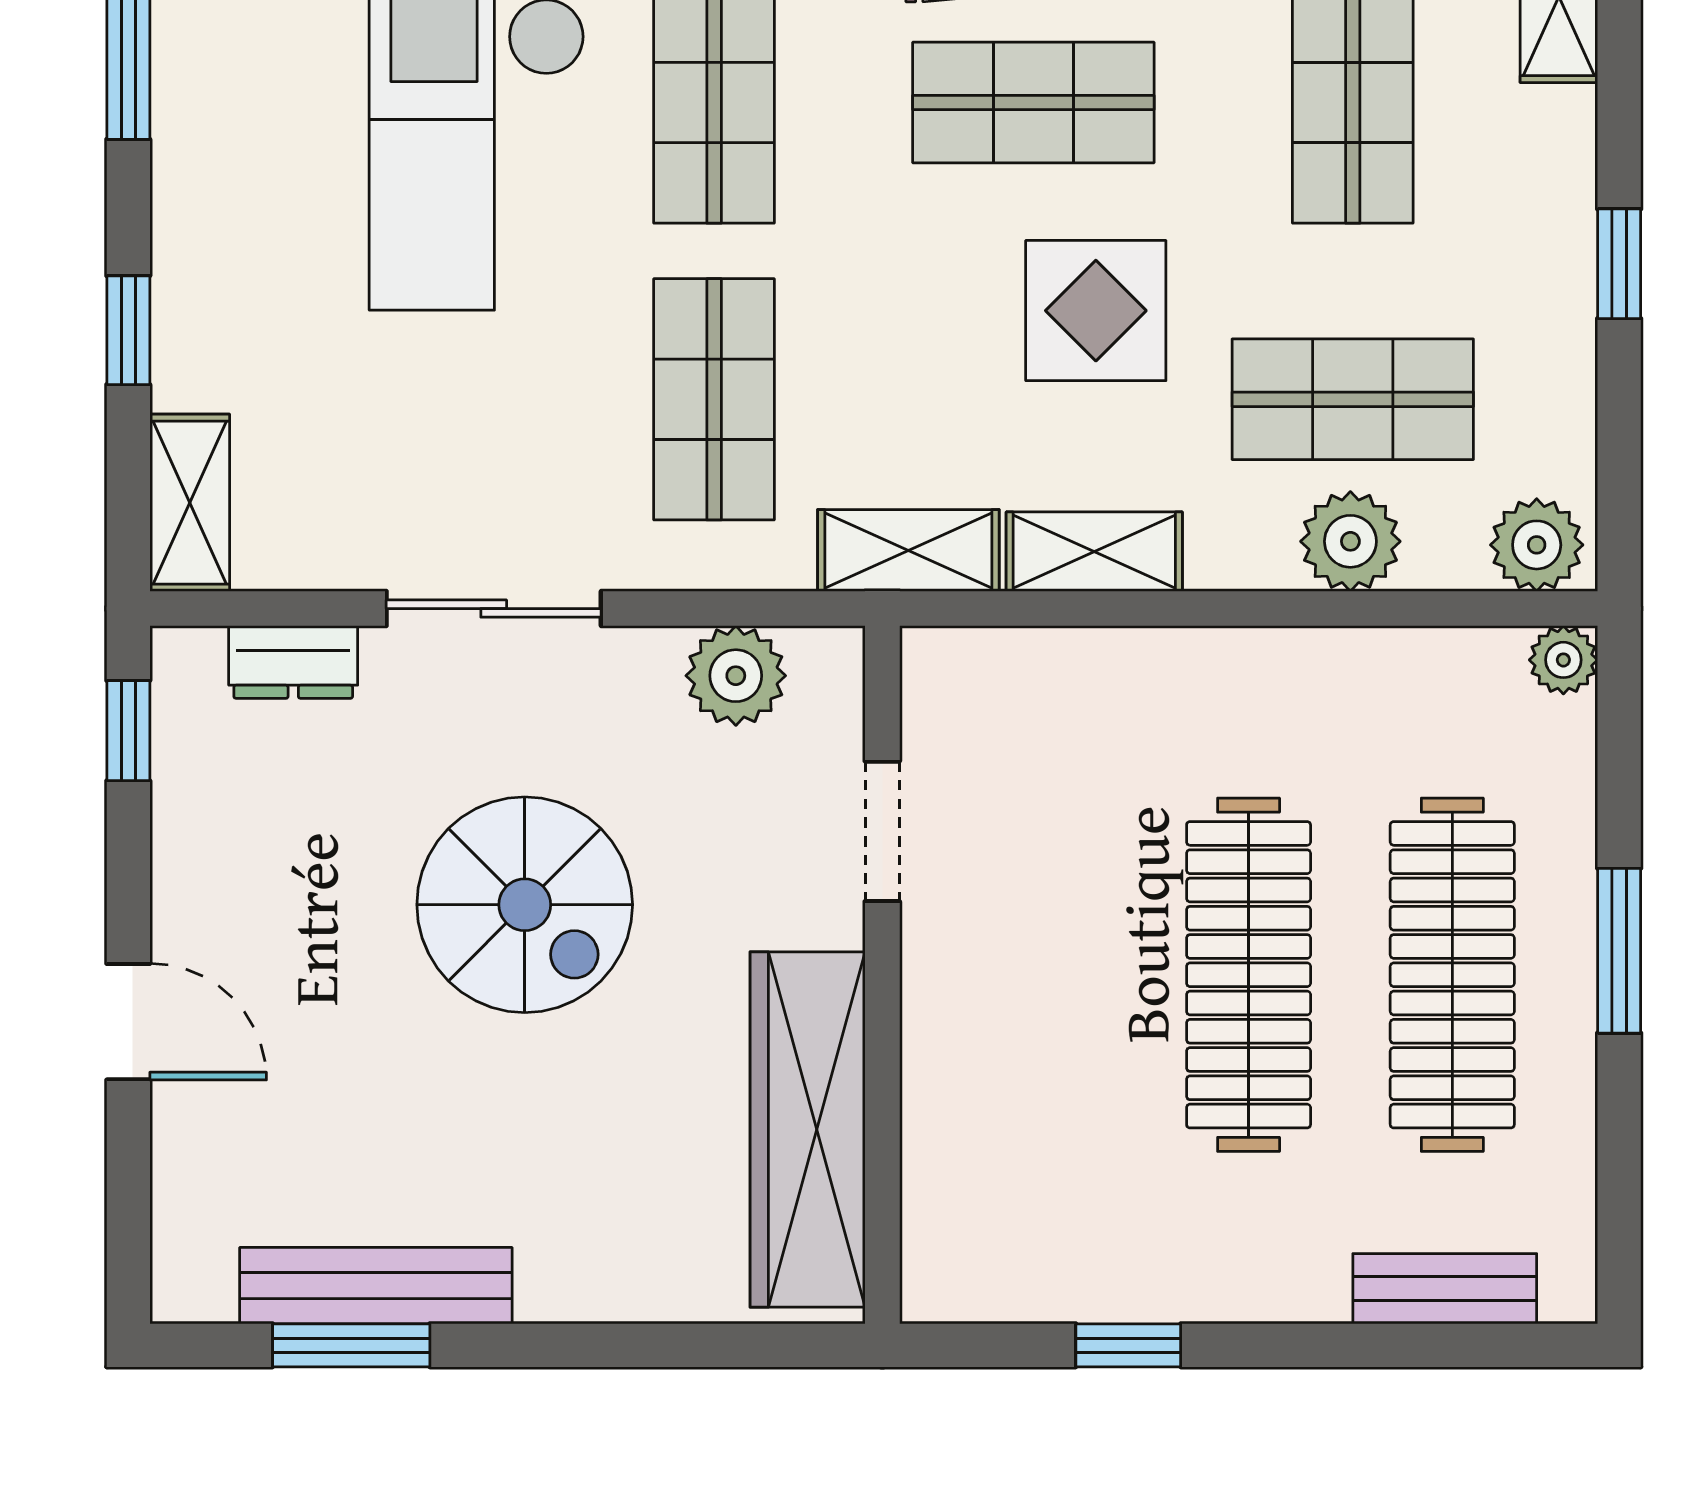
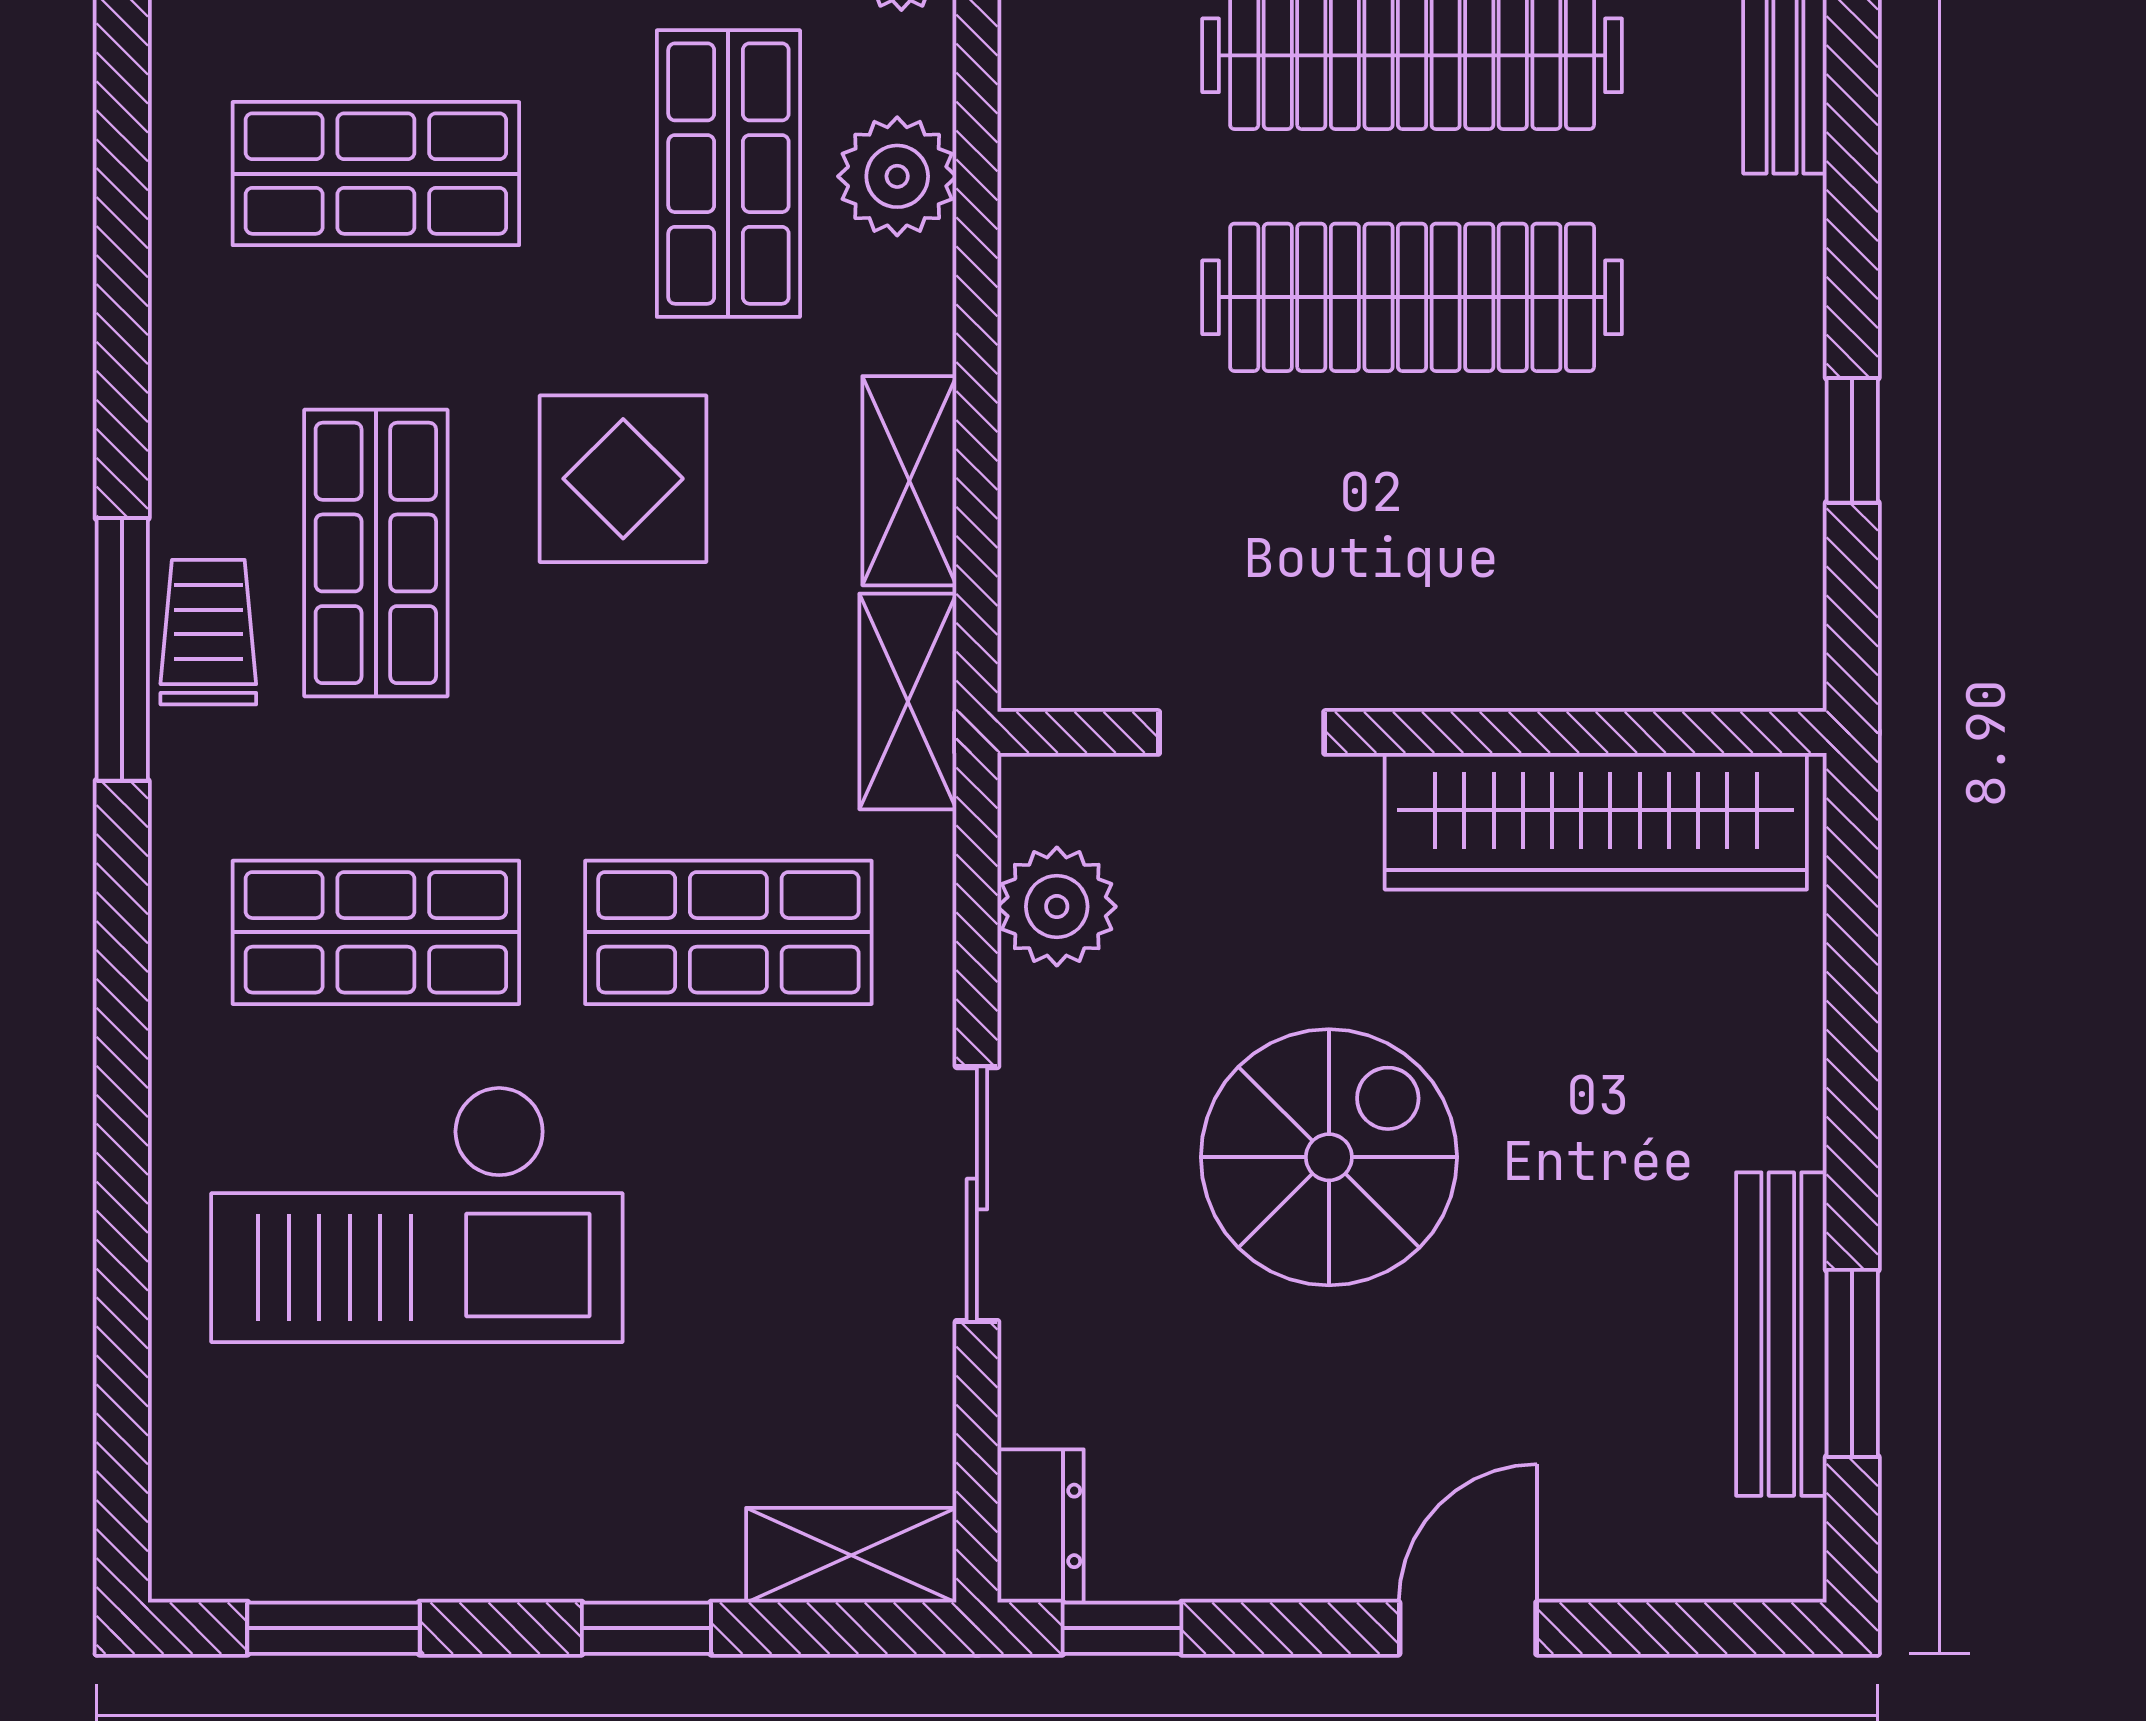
dresser: (293, 662) -> (1041, 1526), moved

